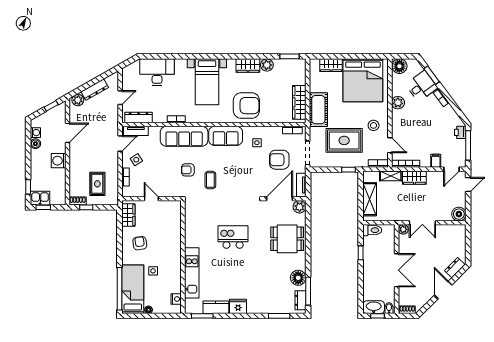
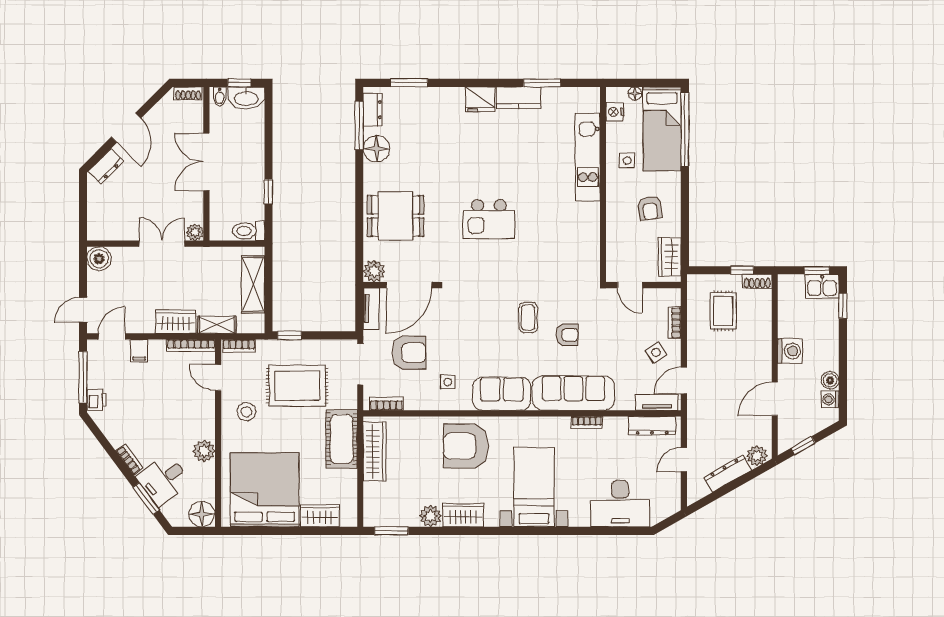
wall: (183, 257) -> (603, 184), moved
kitchen unit: (192, 273) -> (588, 157), moved
nightstand: (176, 299) -> (615, 112), moved

